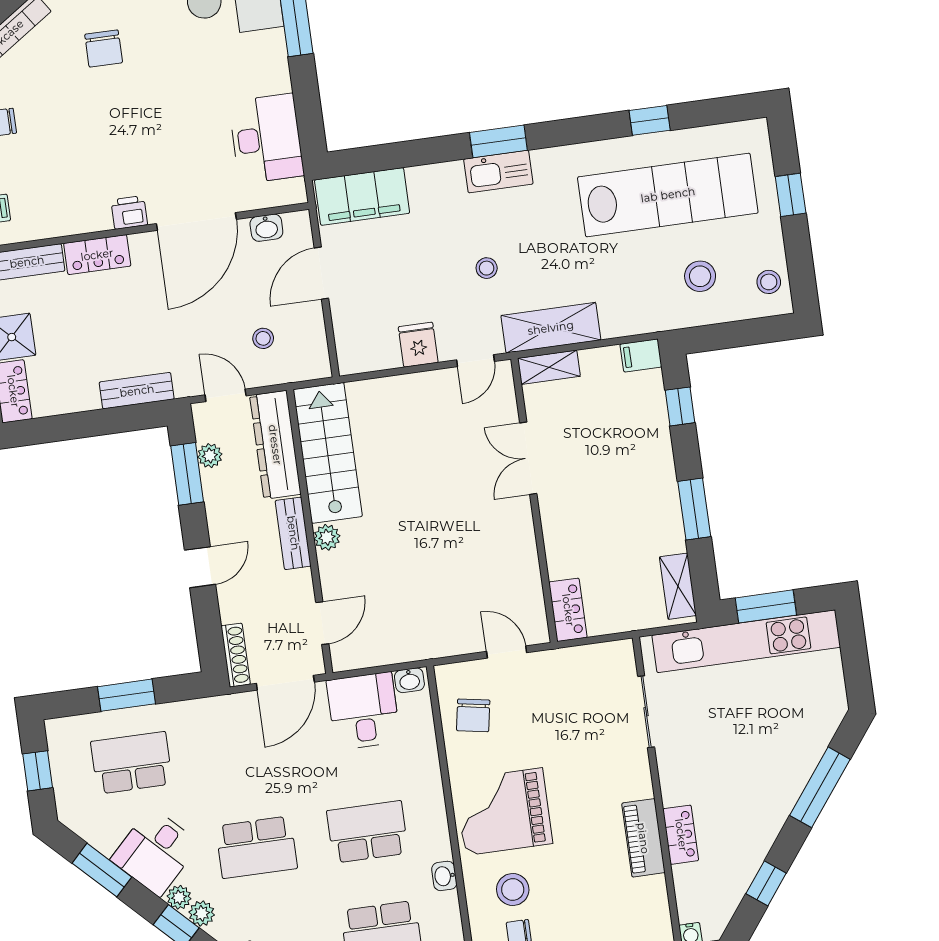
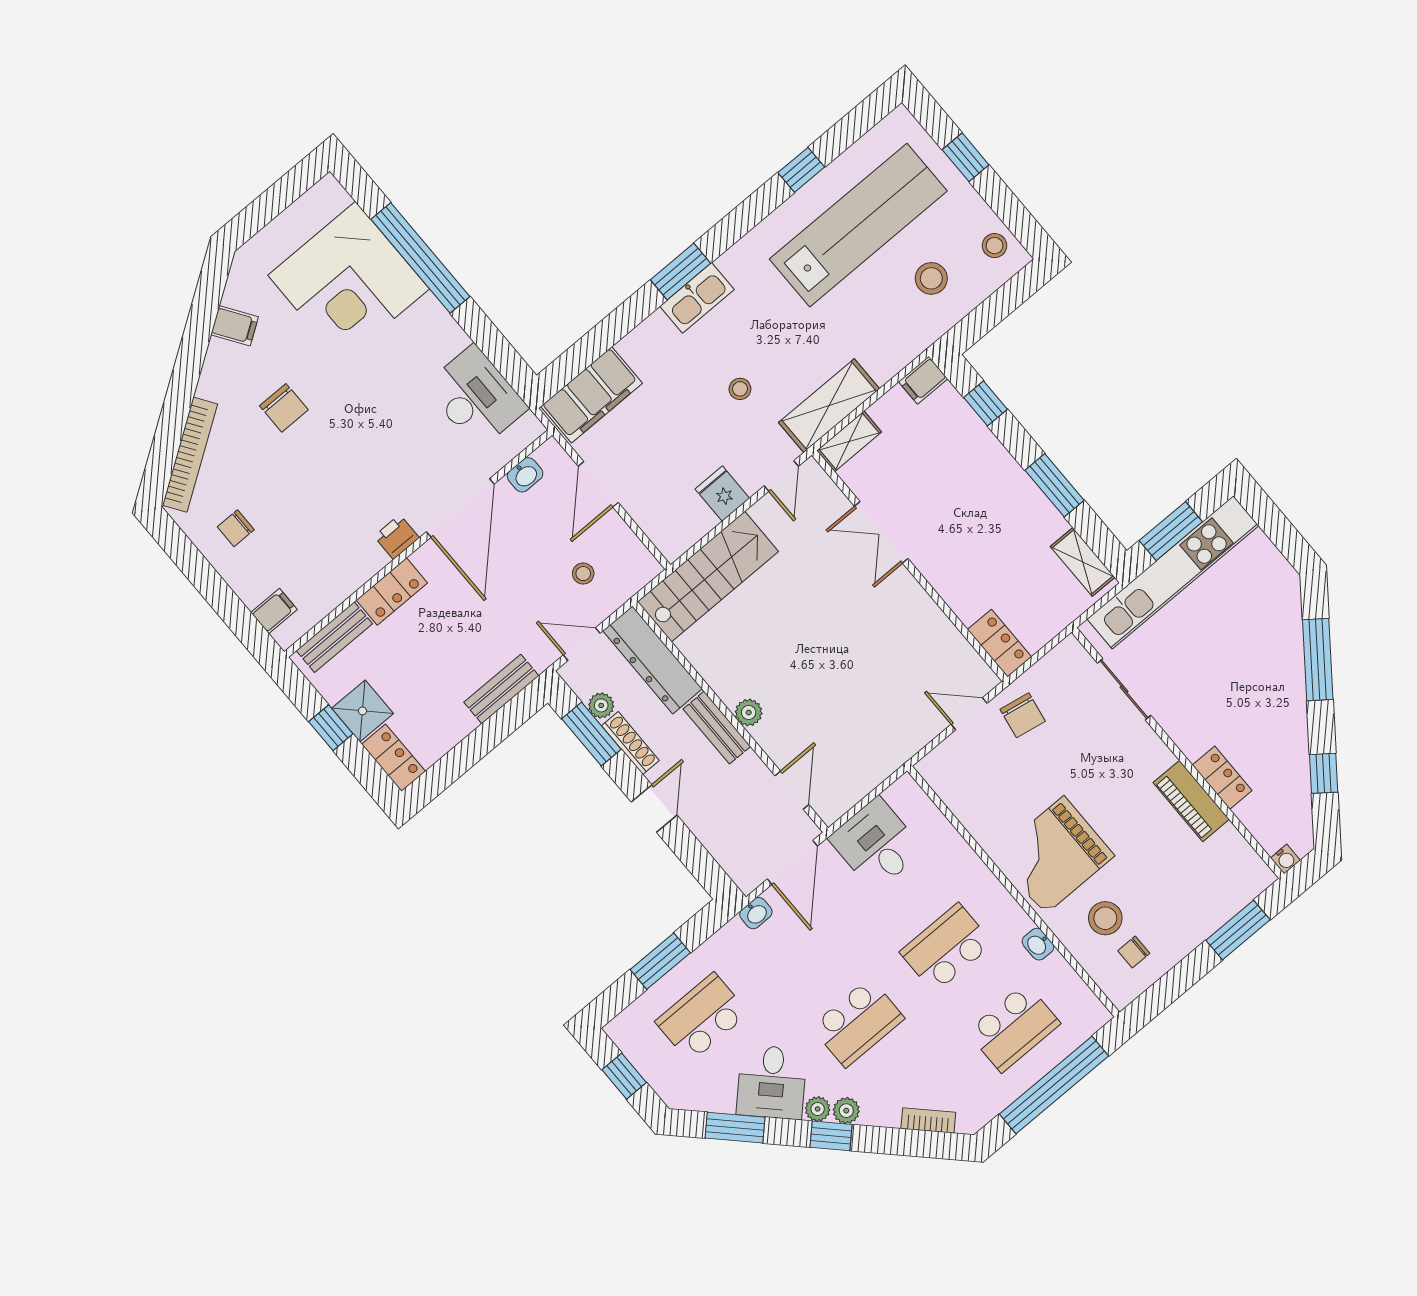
stairs: (328, 453) -> (708, 577), moved, turned 90
shoe rack: (236, 655) -> (630, 743), moved
washbasin: (409, 680) -> (756, 913), moved
chair: (473, 715) -> (1023, 715), moved

